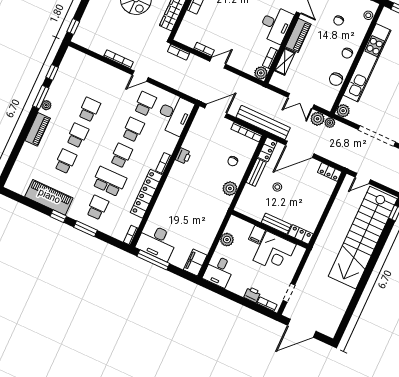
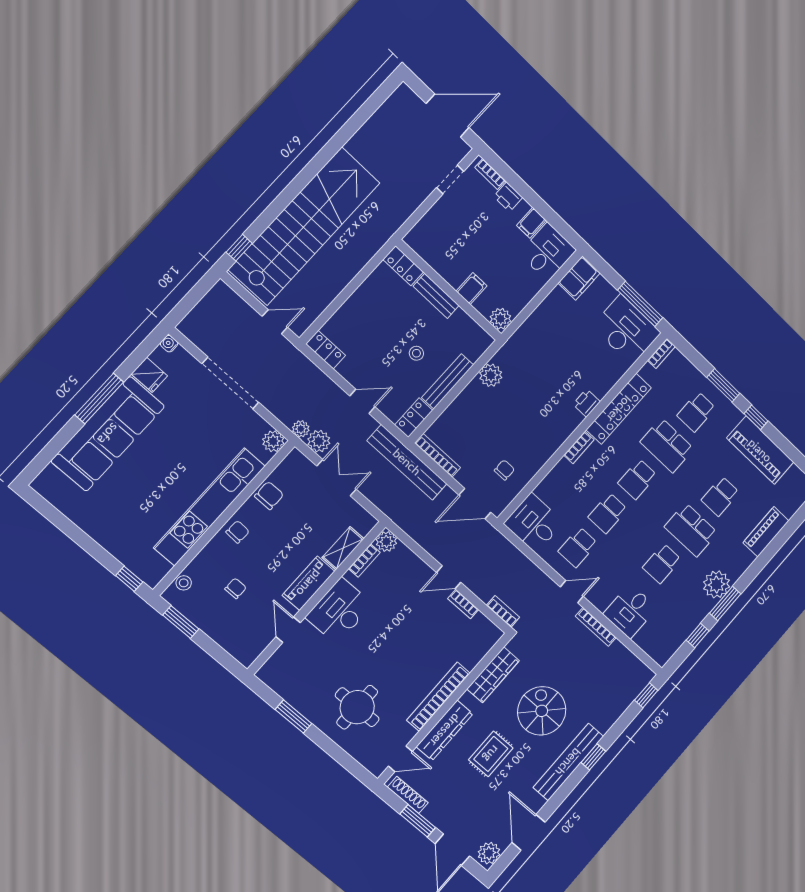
desk: (100, 75) -> (630, 611), added
plant: (46, 105) -> (716, 584), width x1.88, depth x1.88
desk: (175, 115) -> (534, 523), width x0.73
piano: (38, 129) -> (766, 532), moved
school desk: (77, 135) -> (691, 530), width x1.85
door: (300, 149) -> (362, 401), width x0.53
printer: (183, 156) -> (586, 403), moved
chair: (233, 161) -> (504, 470), moved
bench: (256, 172) -> (448, 381), width x1.36
plant: (227, 240) -> (500, 319), moved
corner desk: (275, 252) -> (453, 251), removed
filing cabinet: (234, 285) -> (531, 223), added

